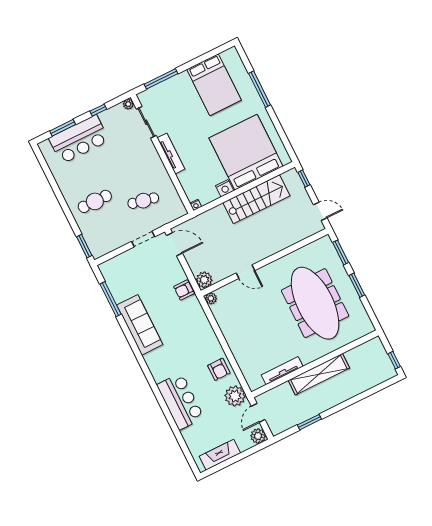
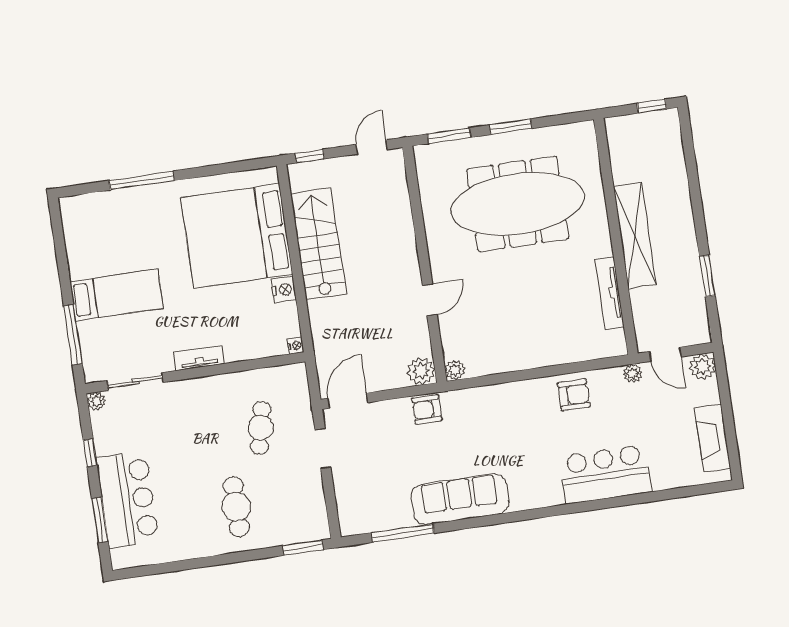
bed: (214, 85) -> (117, 295), moved, width x0.67
tv unit: (171, 153) -> (199, 358), width x0.71
armchair: (184, 290) -> (427, 409), turned 90
plant: (235, 396) -> (633, 373), width x0.53, depth x0.53

